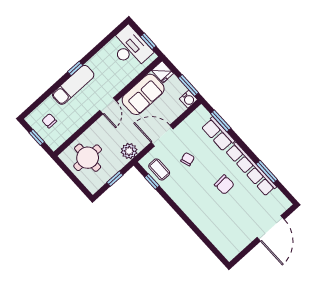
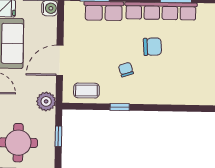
chair: (188, 159) -> (126, 70), moved
window: (152, 182) -> (120, 107), moved

